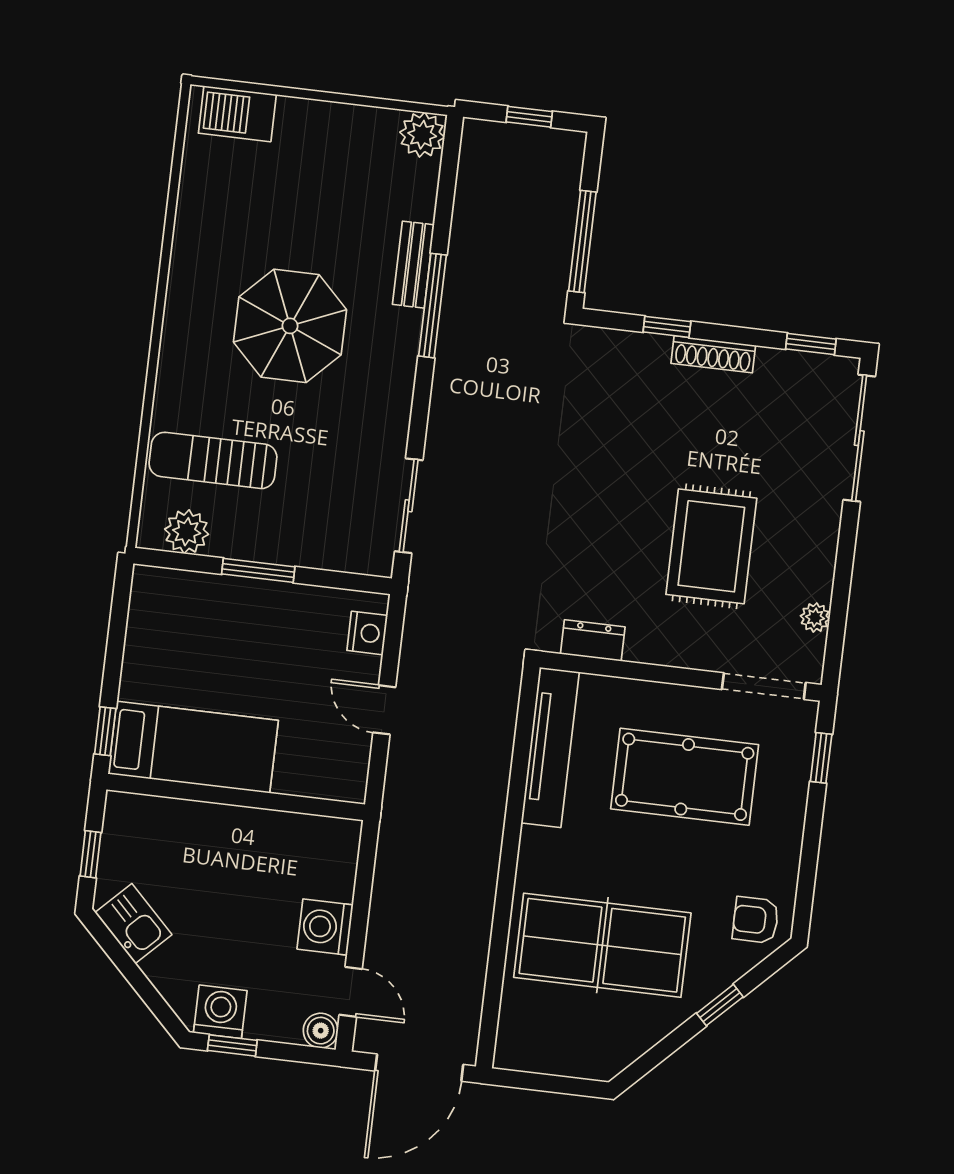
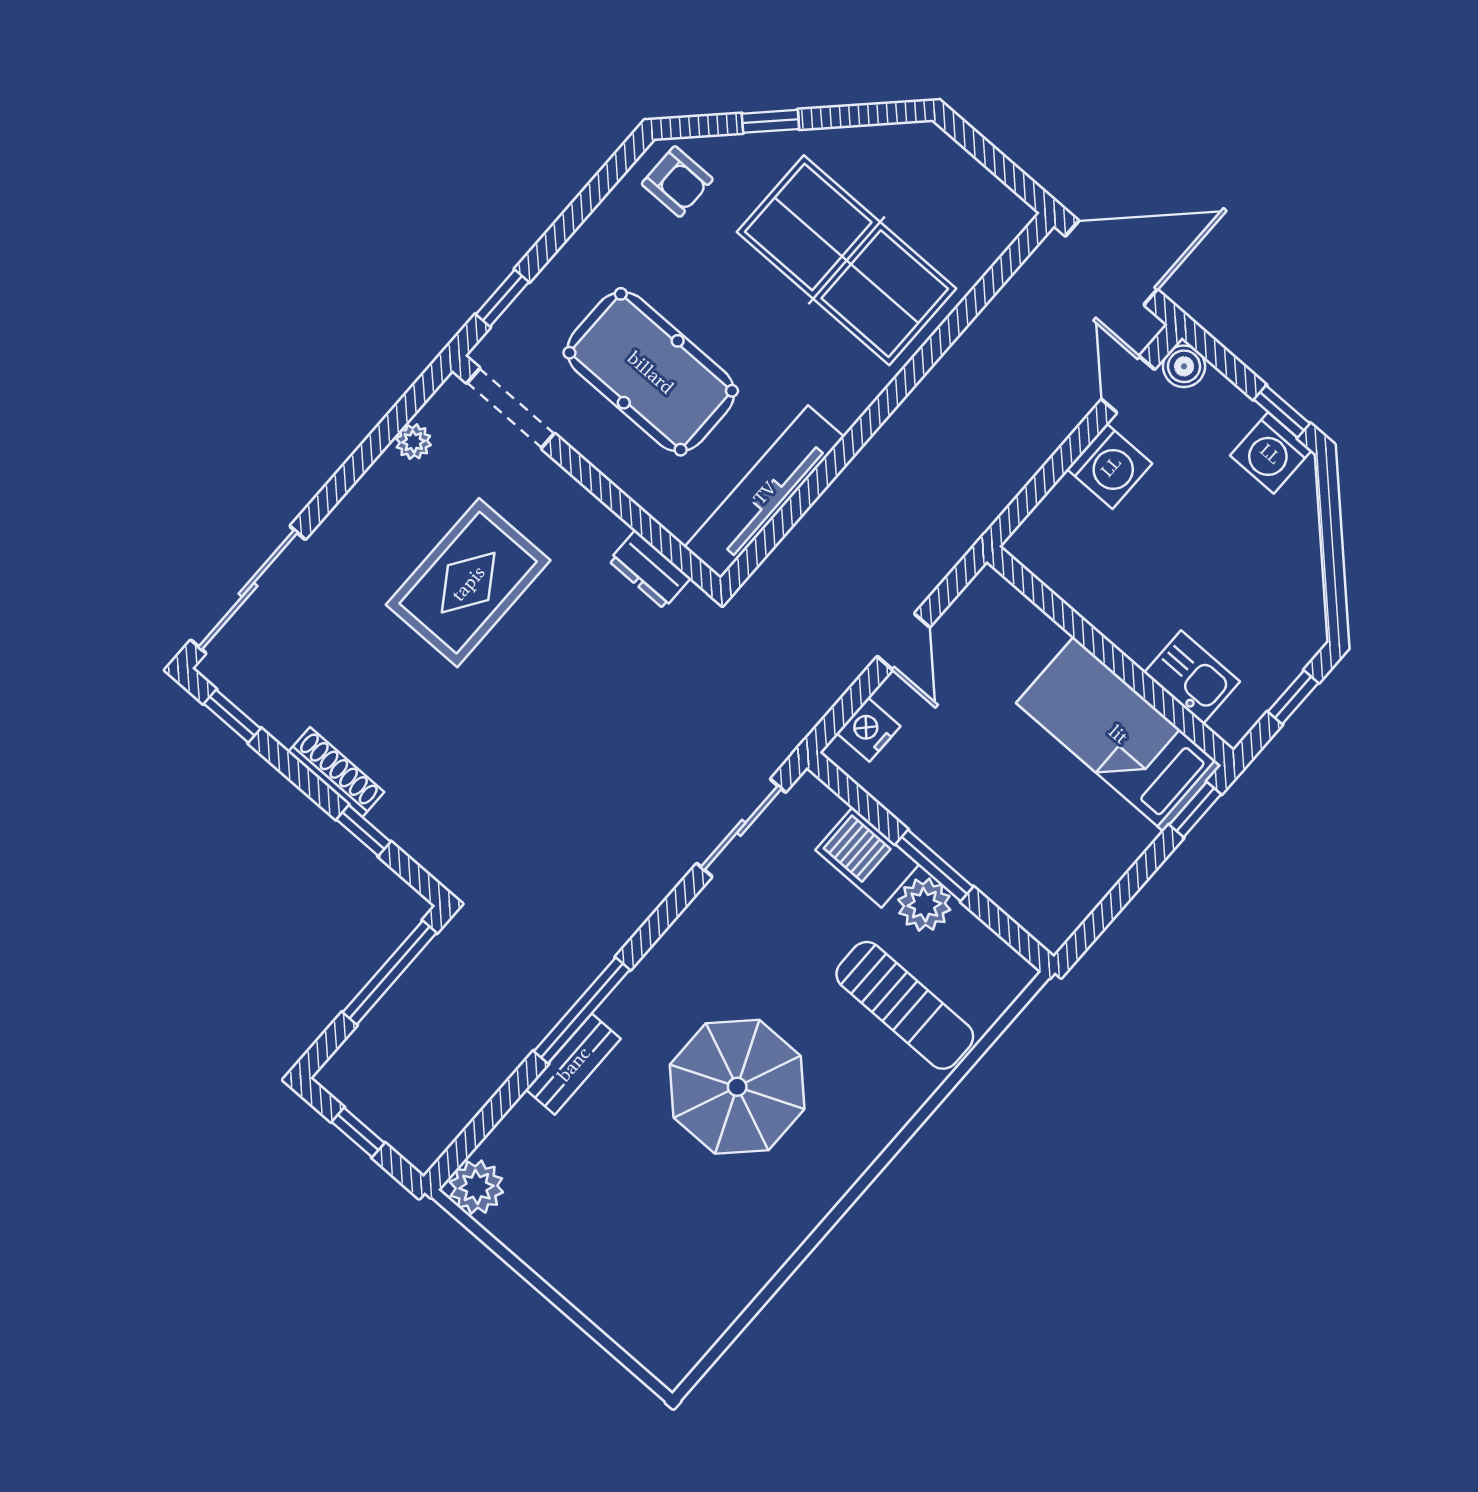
barbecue: (237, 114) -> (867, 857), moved, turned 180
plant: (187, 532) -> (924, 905), moved
kitchen sink: (133, 924) -> (1192, 677), moved, turned 135

